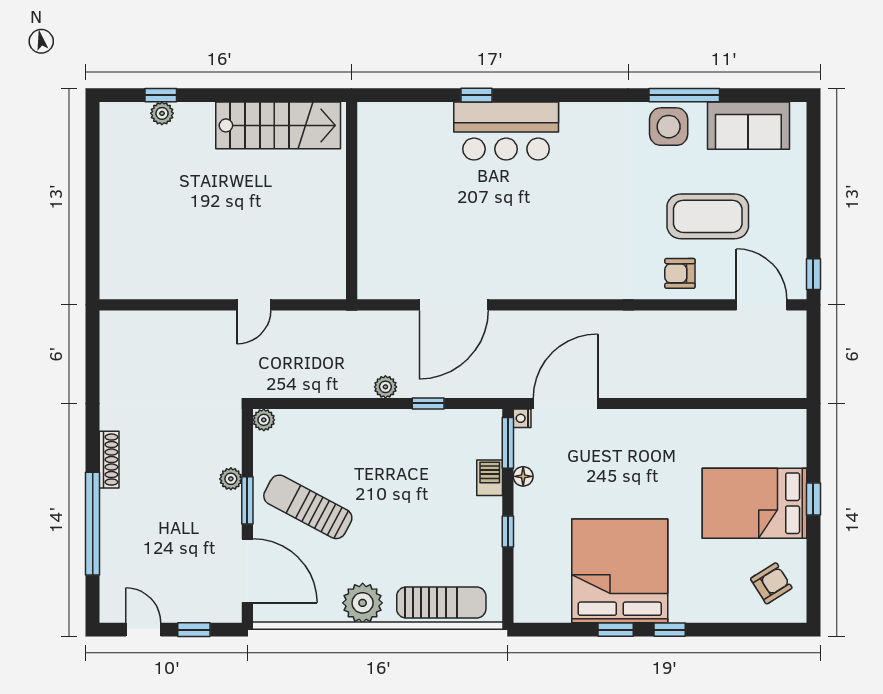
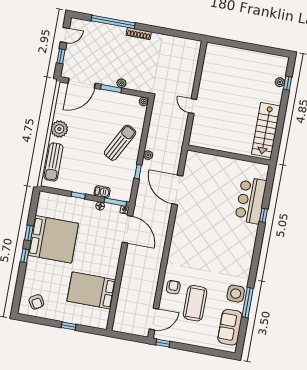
bar counter: (506, 131) -> (251, 200), moved
bed: (755, 503) -> (91, 291), moved, turned -90
sun lounger: (308, 507) -> (120, 143), moved

